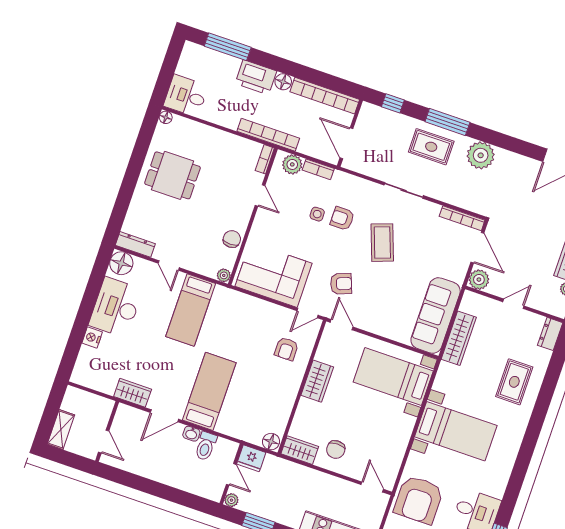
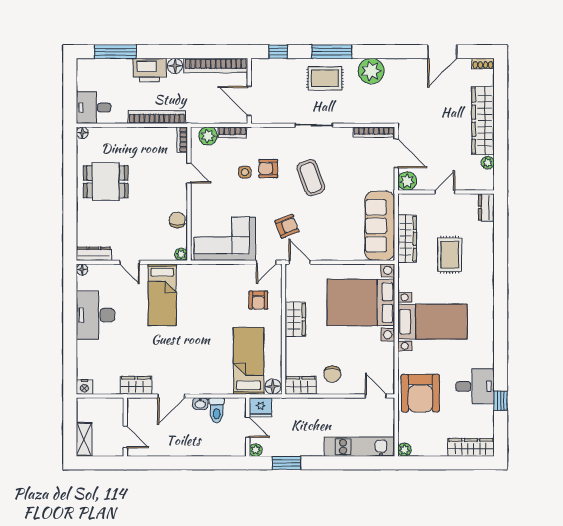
bookcase: (268, 135) -> (157, 117), moved
floor lamp: (121, 263) -> (82, 270), width x0.53, depth x0.53
nightstand: (92, 338) -> (84, 387), moved, turned -90
bed with nightstands: (393, 376) -> (361, 303), width x1.36
rug: (514, 382) -> (450, 255), moved
bed: (209, 391) -> (249, 361), moved

